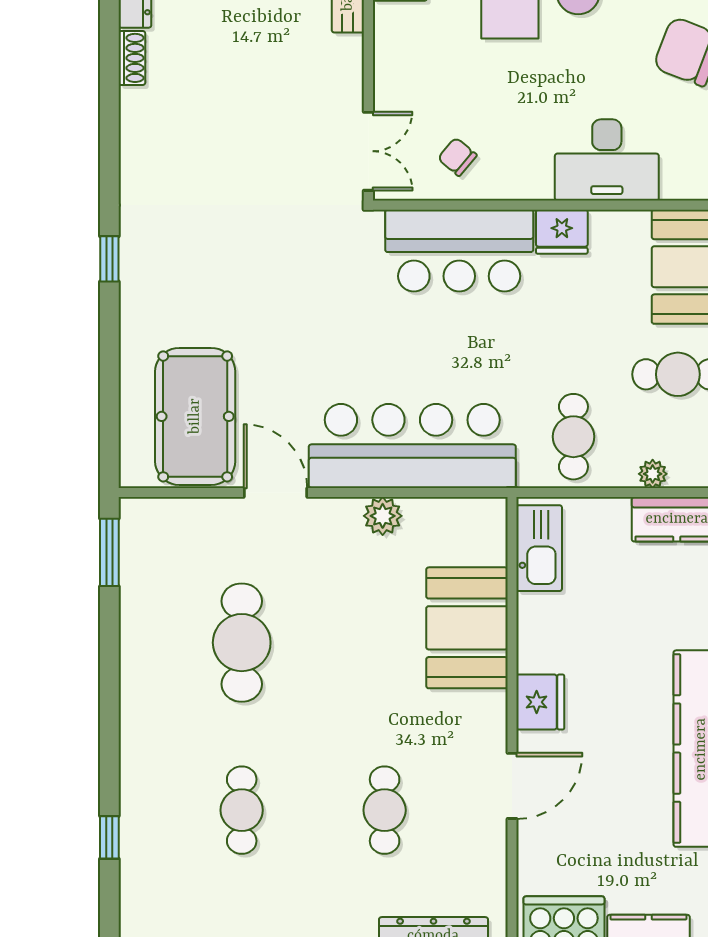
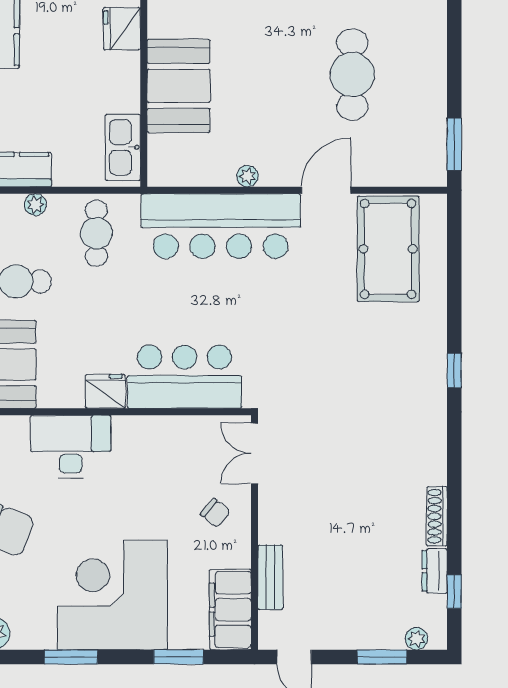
shoe rack: (132, 58) -> (437, 516), width x1.43
chair: (457, 157) -> (215, 513), moved
door: (275, 492) -> (326, 190), swing flipped
plant: (383, 516) -> (248, 176), width x0.73, depth x0.73

